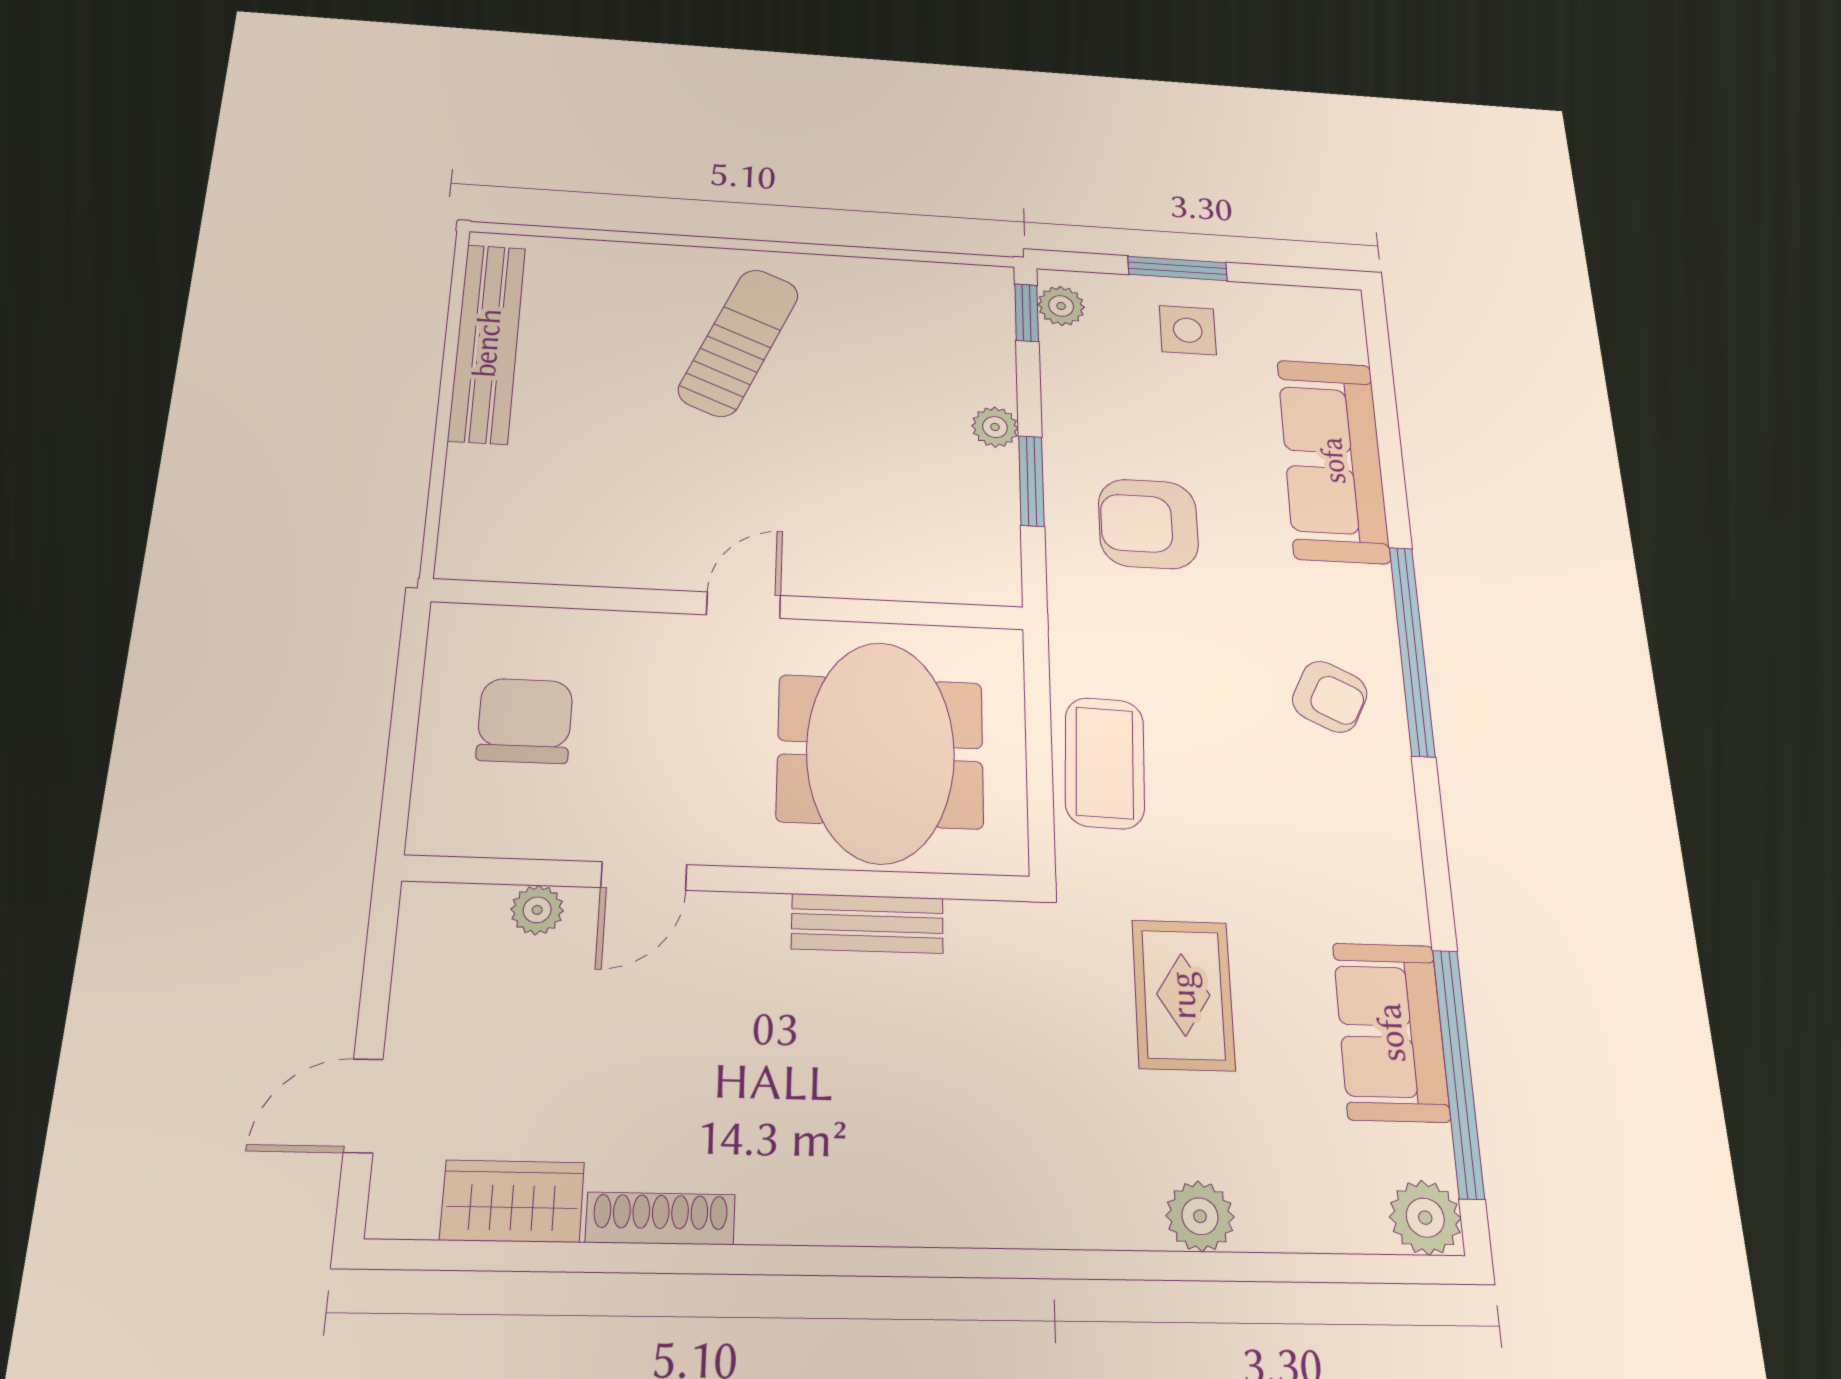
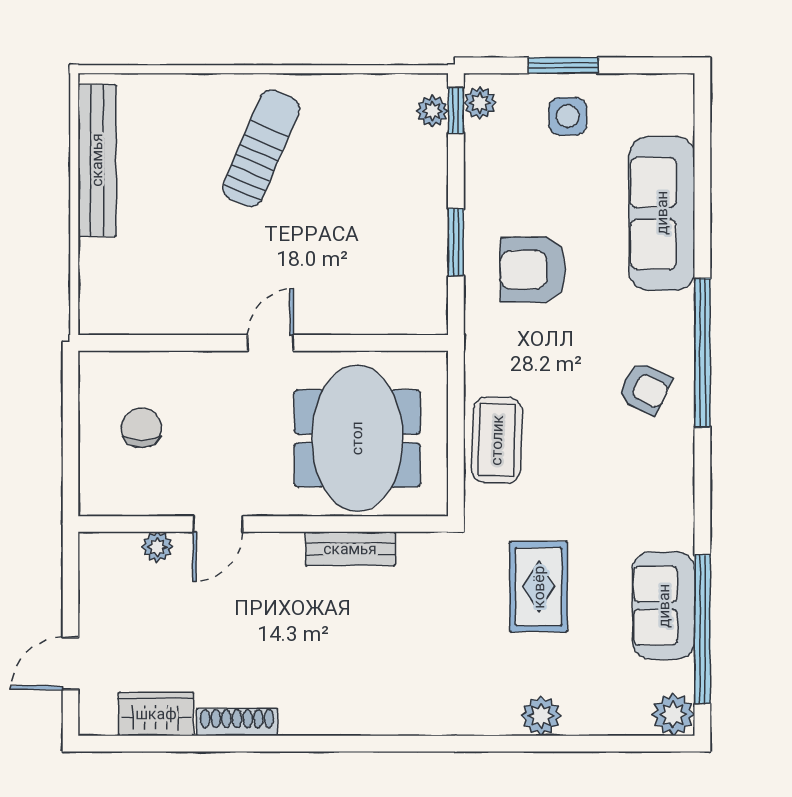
plant: (995, 427) -> (432, 111), moved
chair: (525, 721) -> (141, 428), width x0.73, depth x0.73

